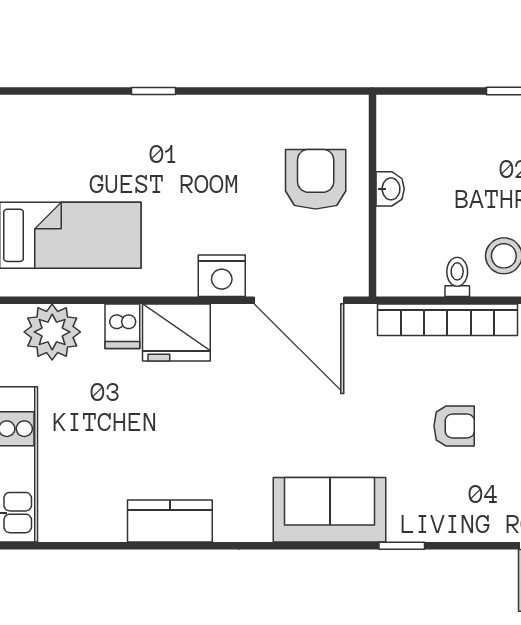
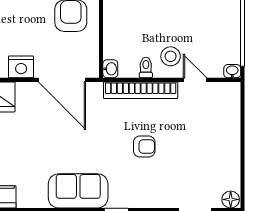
washbasin: (390, 189) -> (110, 69), moved

